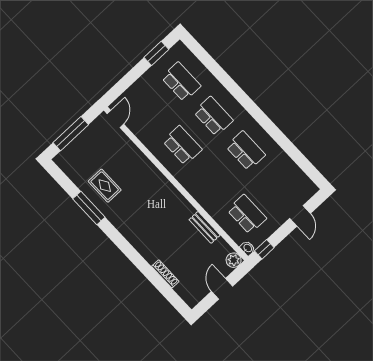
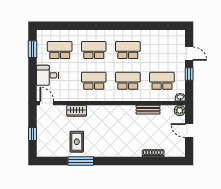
desk: (144, 93) -> (47, 75), added
window: (71, 134) -> (32, 134), width x0.46
wardrobe: (136, 156) -> (77, 111), added
school desk: (215, 180) -> (128, 81), added
rug: (105, 186) -> (77, 142), turned 90
window: (264, 249) -> (189, 74), moved

